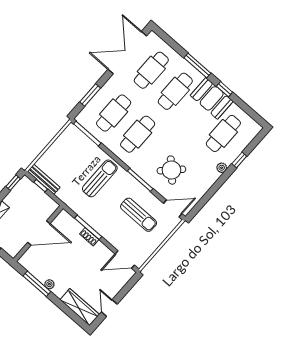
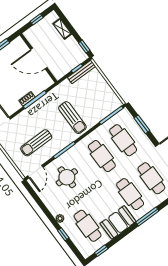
window: (224, 89) -> (101, 251), moved
round table: (171, 170) -> (67, 177), turned 45
door: (39, 233) -> (39, 59), hinge flipped

